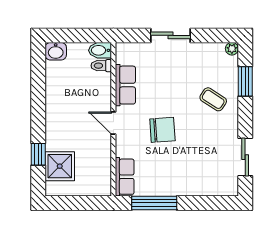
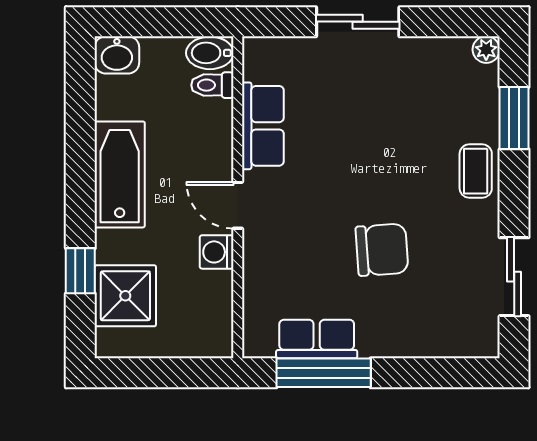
coffee table: (213, 99) -> (476, 171), moved, turned 57
bathtub: (57, 108) -> (120, 174), added
chair: (162, 130) -> (382, 250), moved
washing machine: (103, 145) -> (217, 252), added
row of seats: (125, 177) -> (317, 339), moved, turned -90

